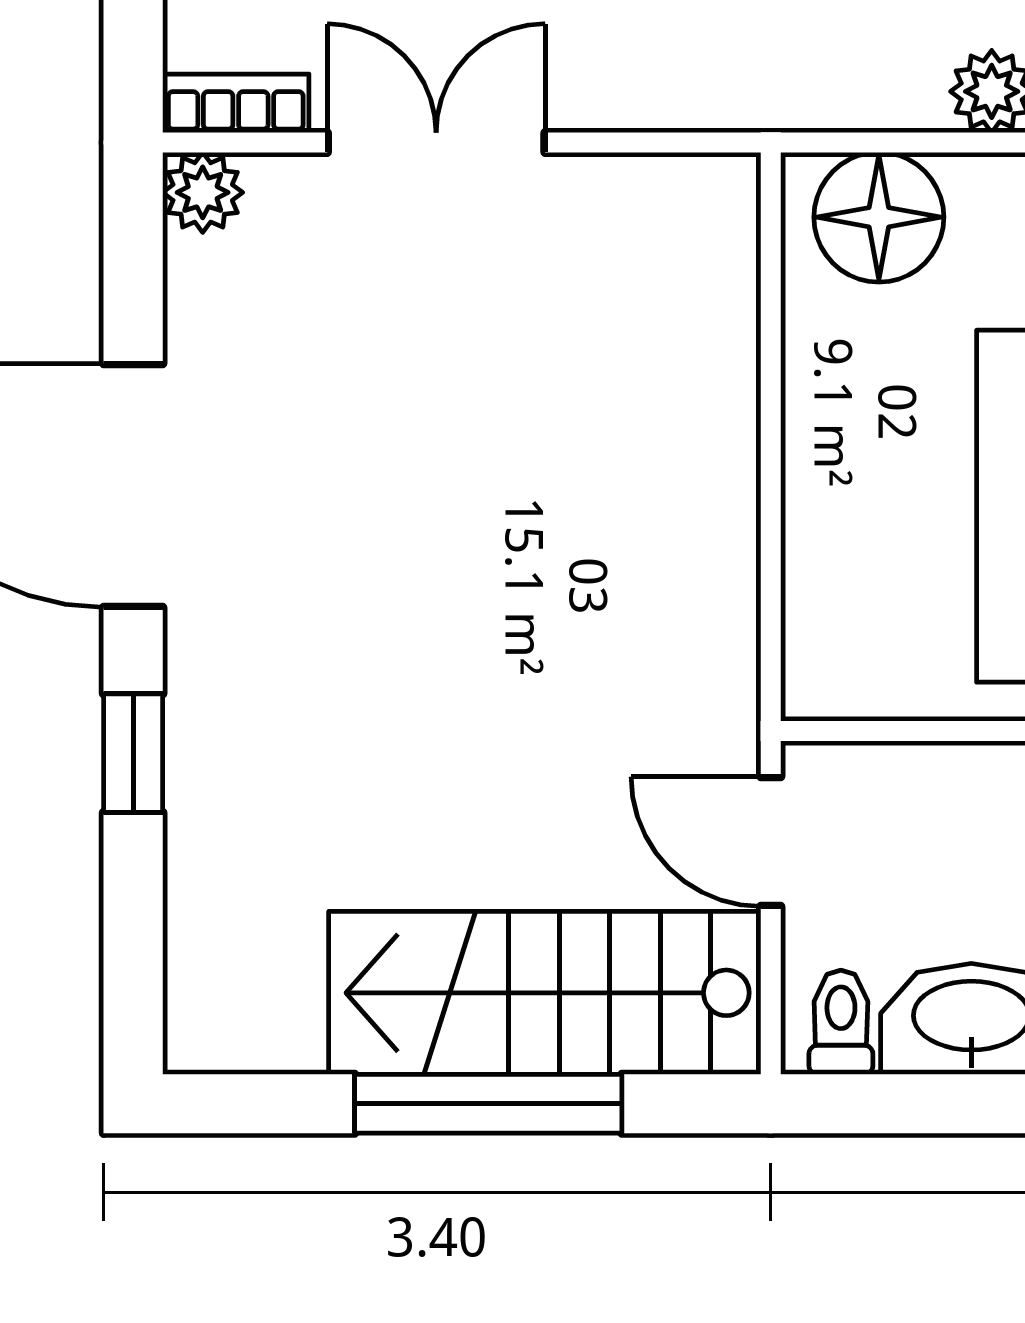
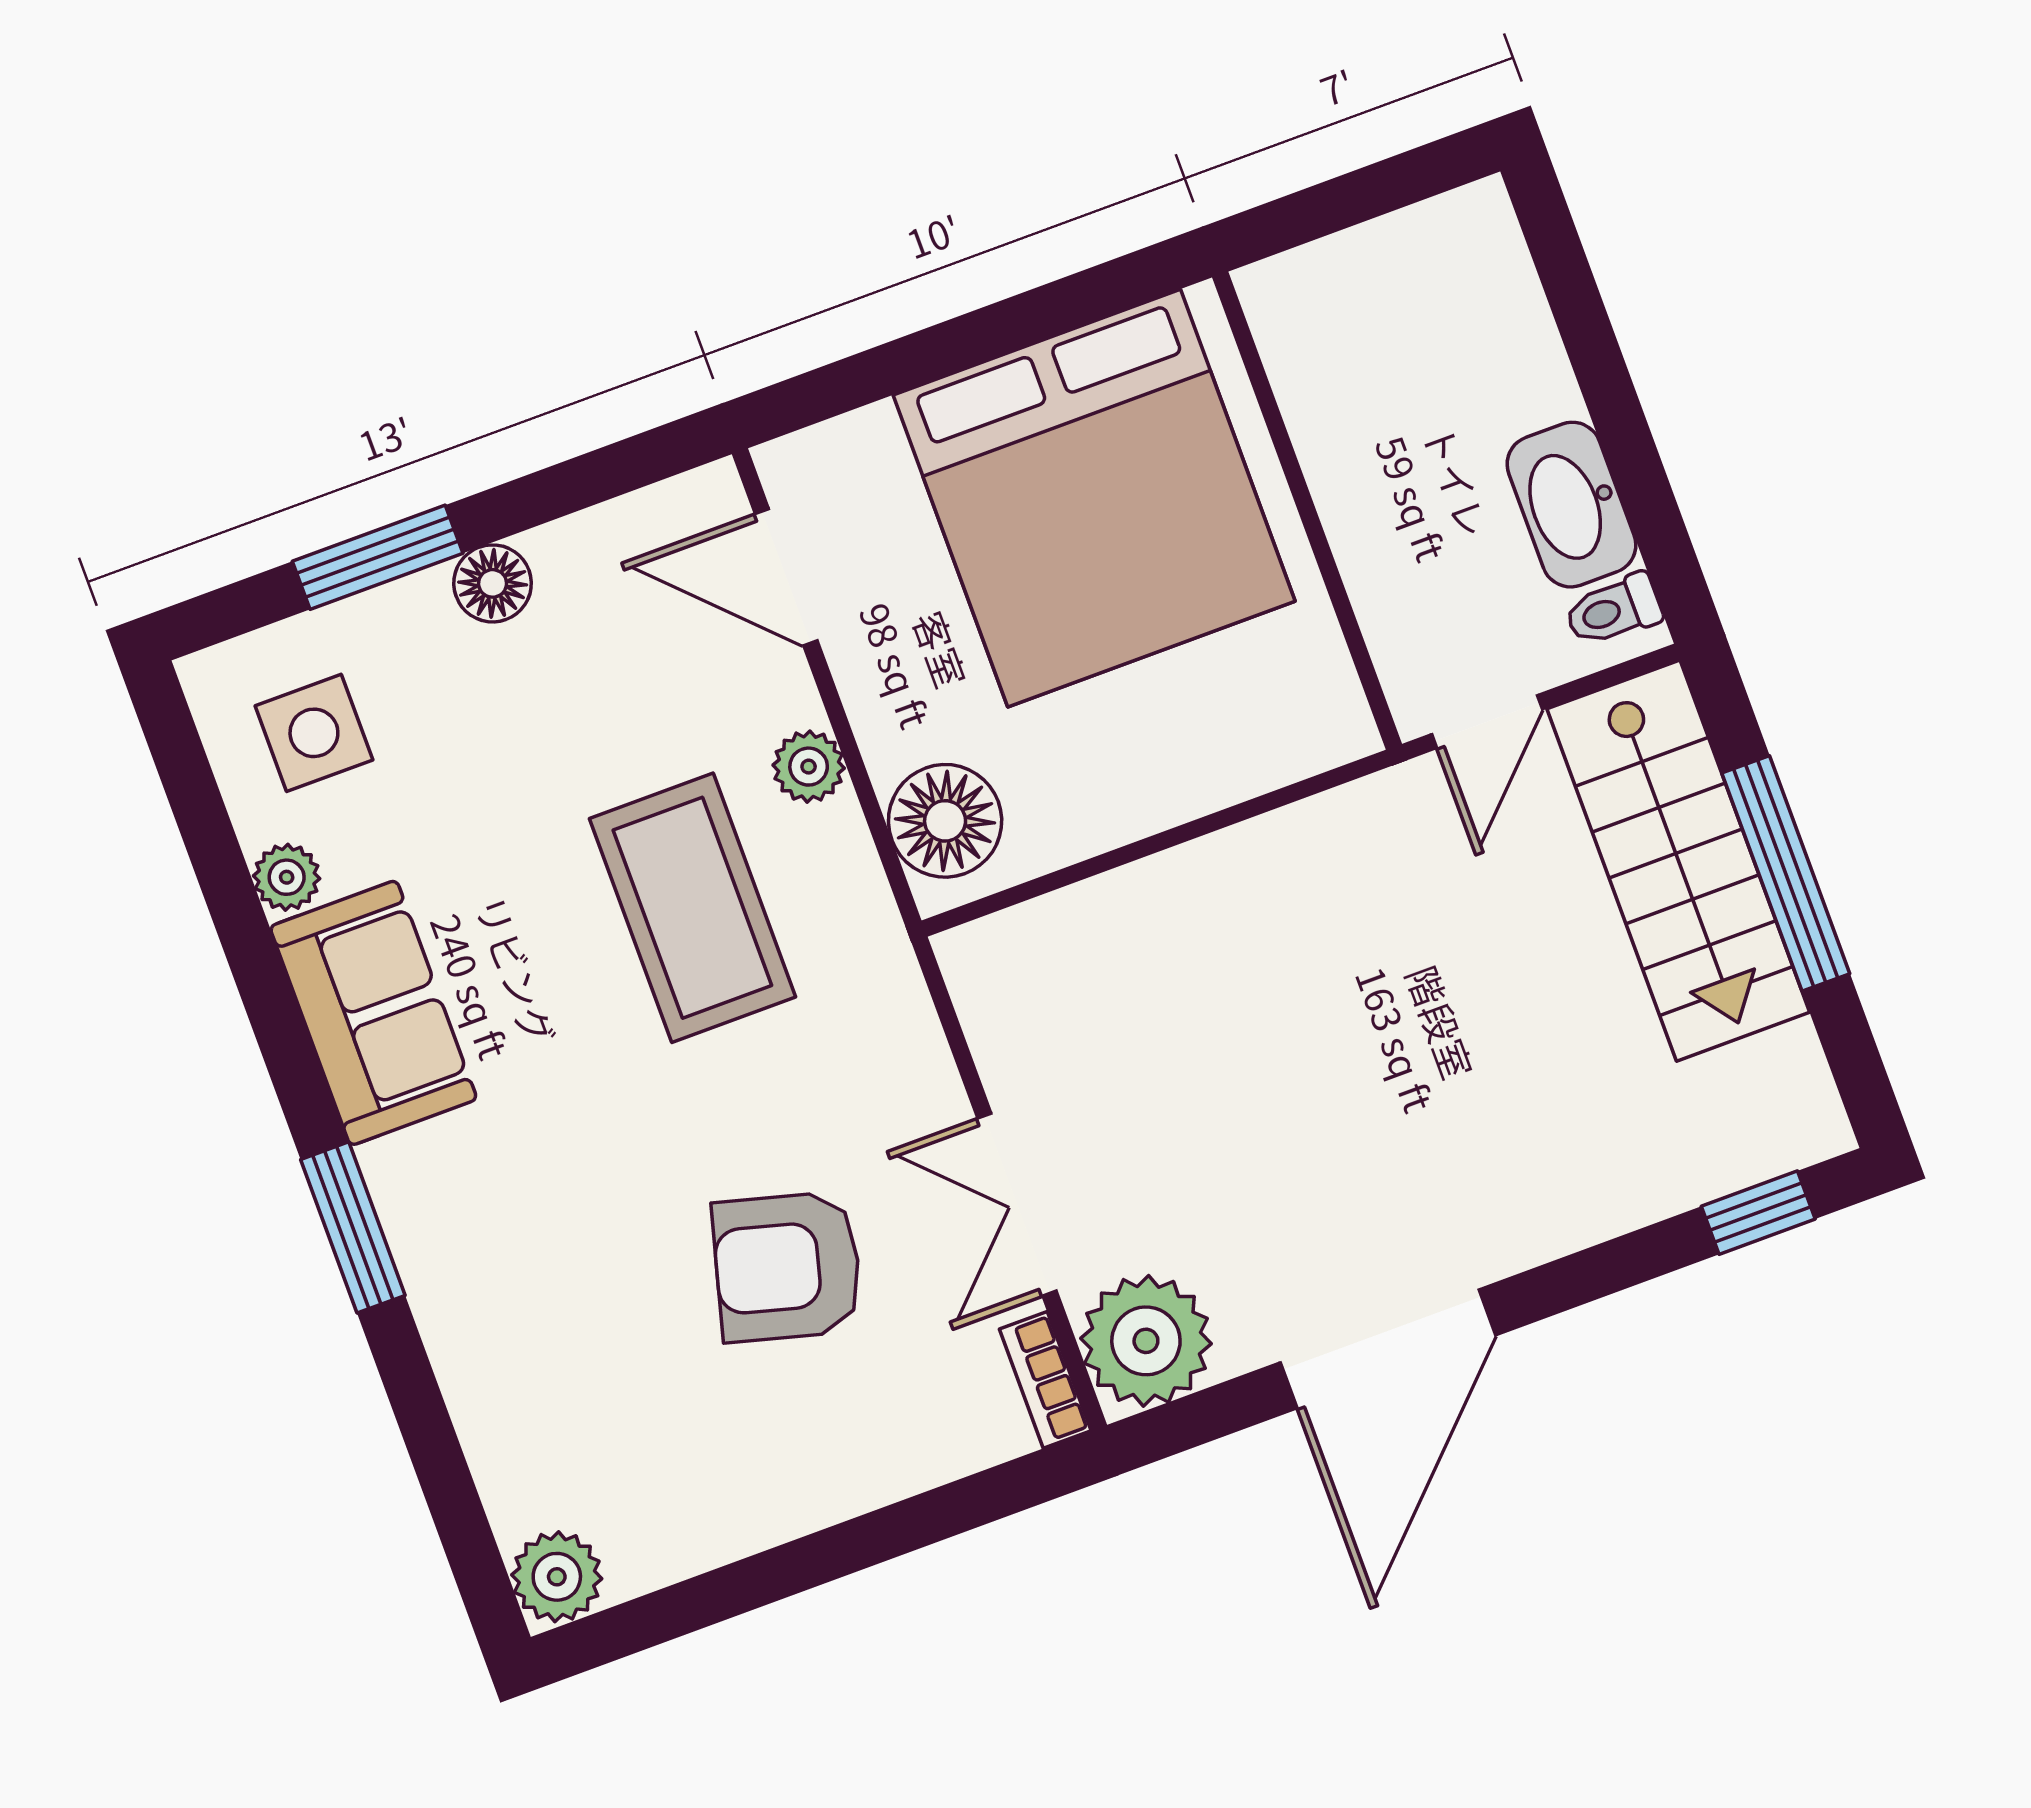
plant: (203, 192) -> (1146, 1341), width x1.88, depth x1.88
window: (133, 753) -> (1758, 1213), moved

